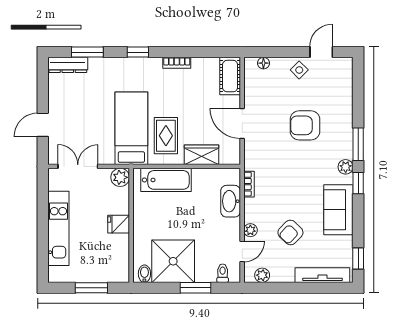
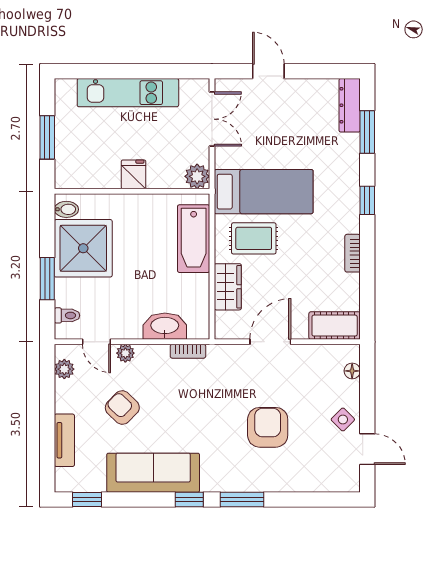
plant: (346, 167) -> (211, 482), removed
sofa: (338, 210) -> (153, 473), width x1.36
tv unit: (322, 275) -> (64, 440), width x0.71

